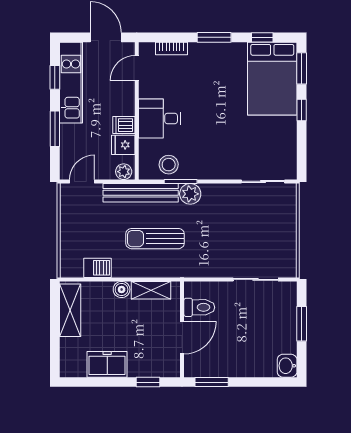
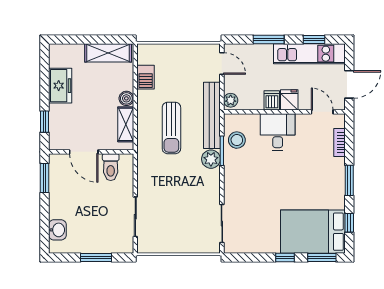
fridge: (123, 145) -> (289, 100), moved
sun lounger: (155, 239) -> (171, 128), turned 180
washbasin: (287, 366) -> (57, 230), moved, turned 90

